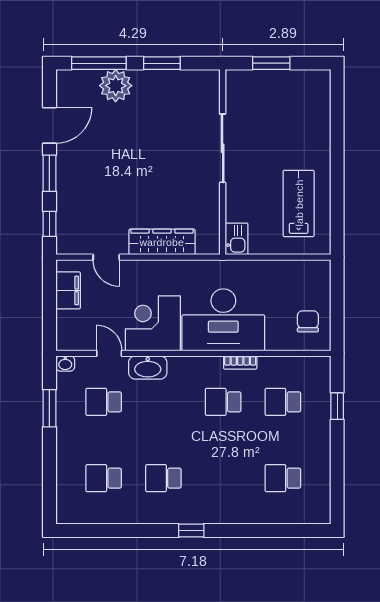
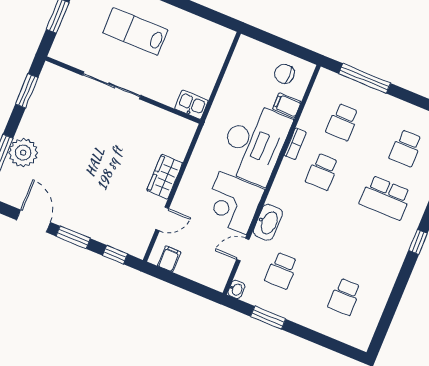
window: (162, 63) -> (27, 91), moved
lab bench: (299, 203) -> (135, 31), moved
wardrobe: (162, 242) -> (165, 177), width x0.67
filing cabinet: (68, 290) -> (169, 259), width x0.50
filing cabinet: (276, 337) -> (287, 105), added
window: (337, 406) -> (365, 78), width x2.17
school desk: (163, 478) -> (385, 198), moved, width x1.85

